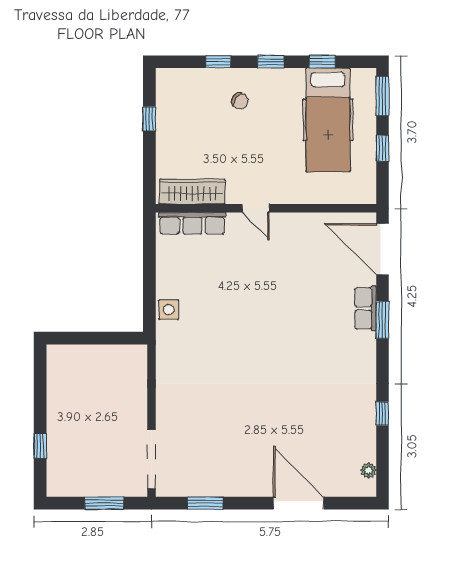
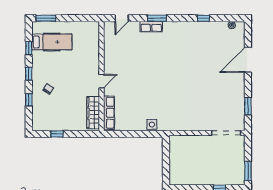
hospital bed: (328, 120) -> (52, 42), width x0.73, depth x0.78
window: (382, 148) -> (72, 18), removed
door: (382, 249) -> (122, 18), width x0.53
window: (104, 503) -> (248, 171), moved

